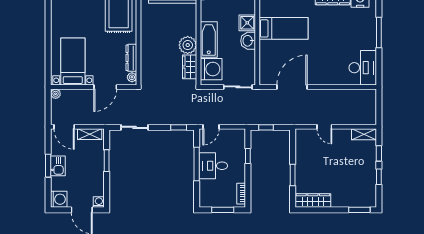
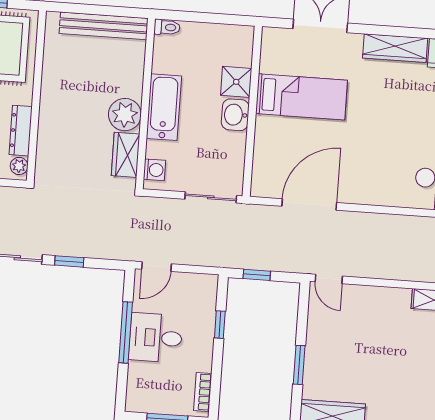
washing machine: (211, 69) -> (154, 170), width x0.53, depth x0.53
window: (179, 127) -> (69, 261), moved
door: (324, 127) -> (329, 279), moved

